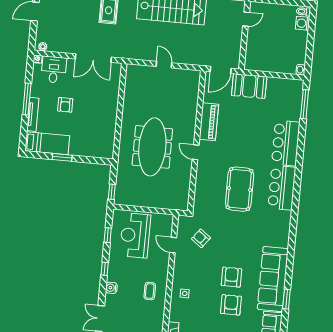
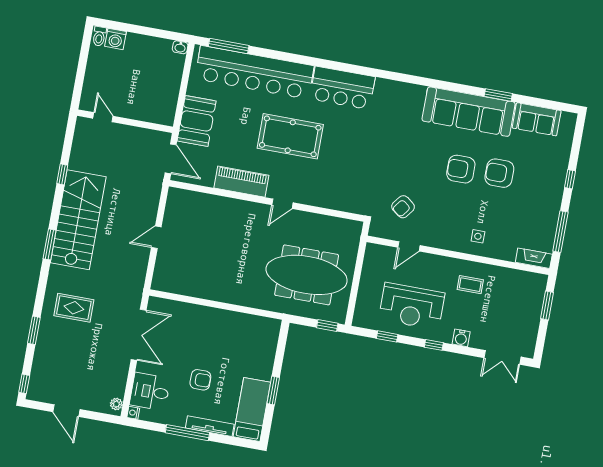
bar counter: (286, 143) -> (254, 72), width x1.86
meeting table: (152, 147) -> (307, 275), moved
pool table: (240, 189) -> (290, 136), moved
reception desk: (135, 235) -> (412, 306), moved

